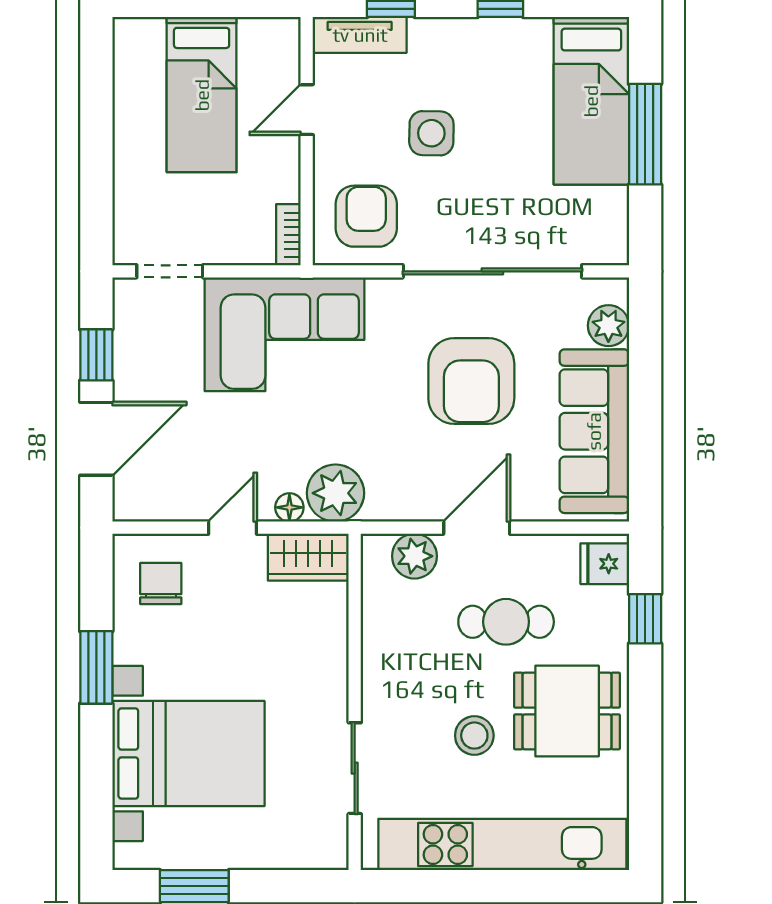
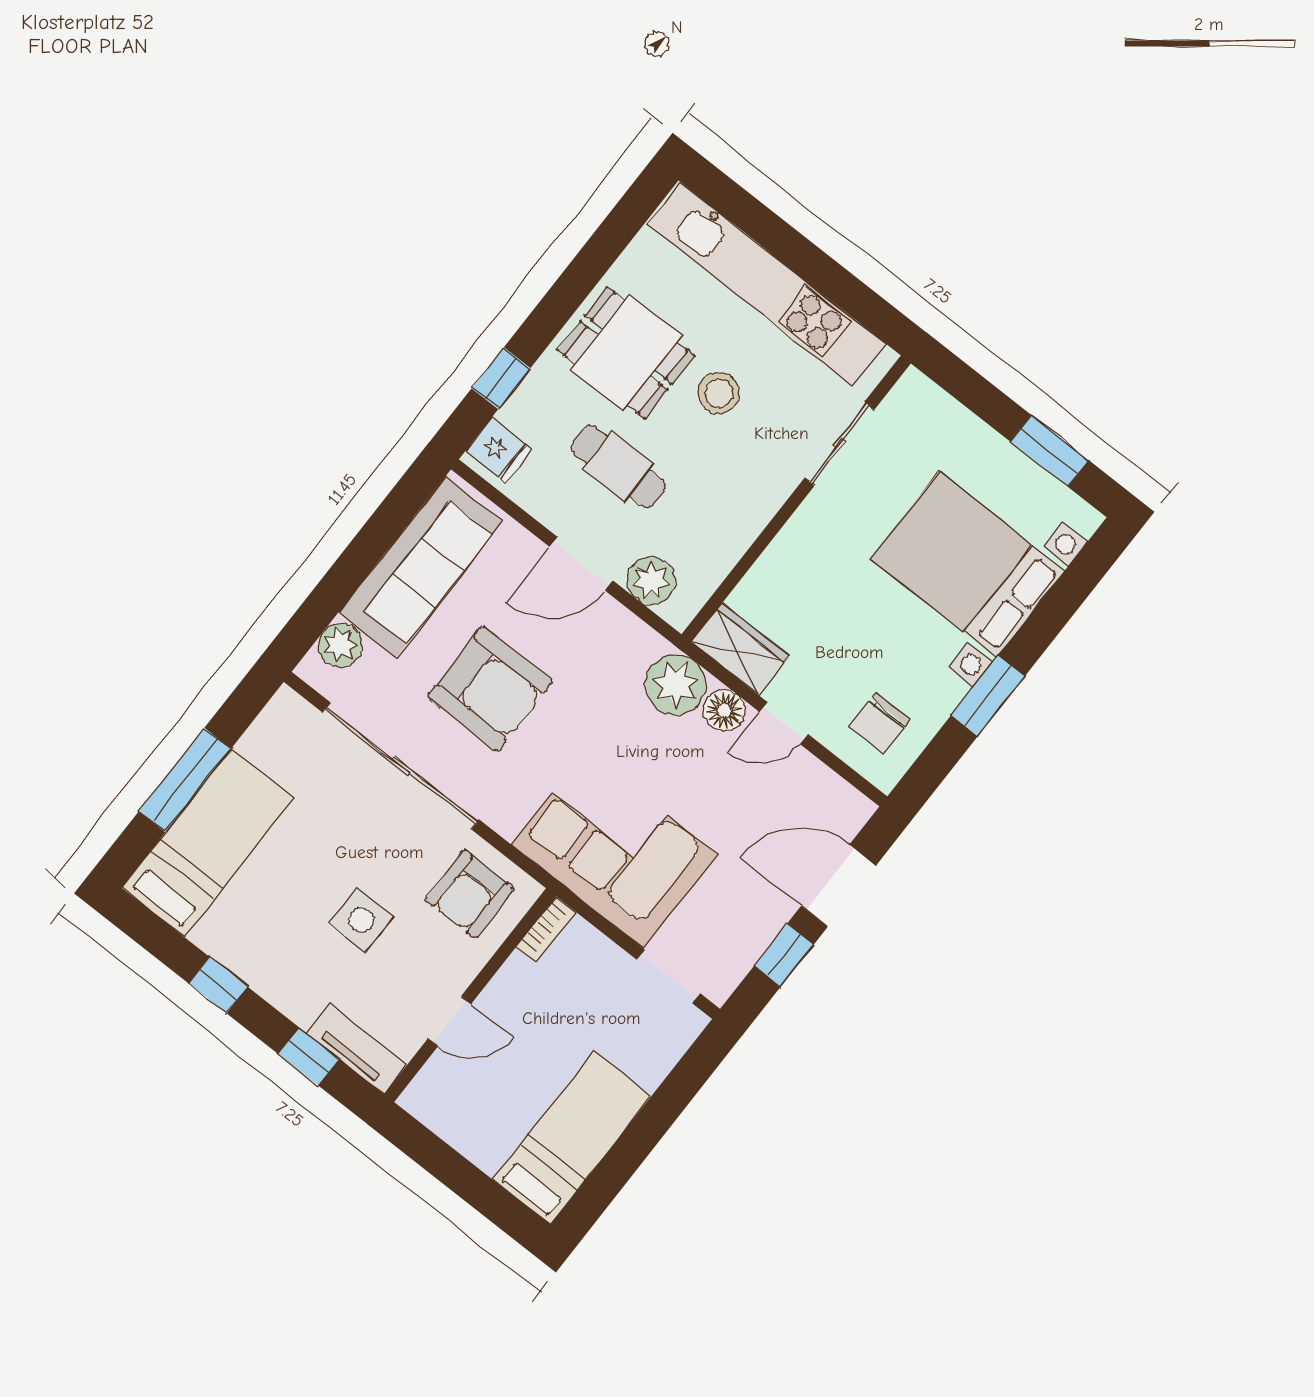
bed: (202, 95) -> (572, 1138), moved
armchair: (471, 381) -> (490, 689), turned 90
floor lamp: (289, 507) -> (724, 710), width x1.37, depth x1.37

